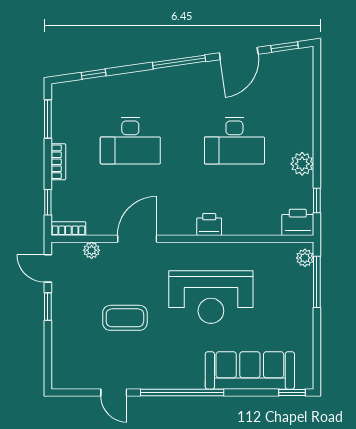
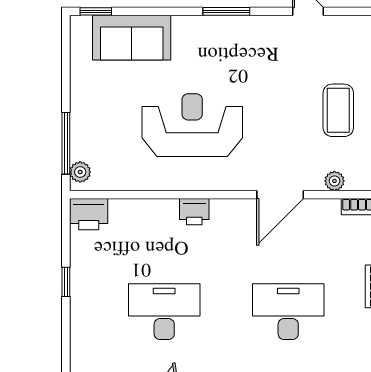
plant: (302, 164) -> (83, 284), removed
window: (317, 200) -> (66, 282), moved
coffee table: (125, 318) -> (338, 110), moved, turned 90
sofa: (250, 370) -> (132, 38), width x0.73
window: (182, 393) -> (226, 11), width x0.47

